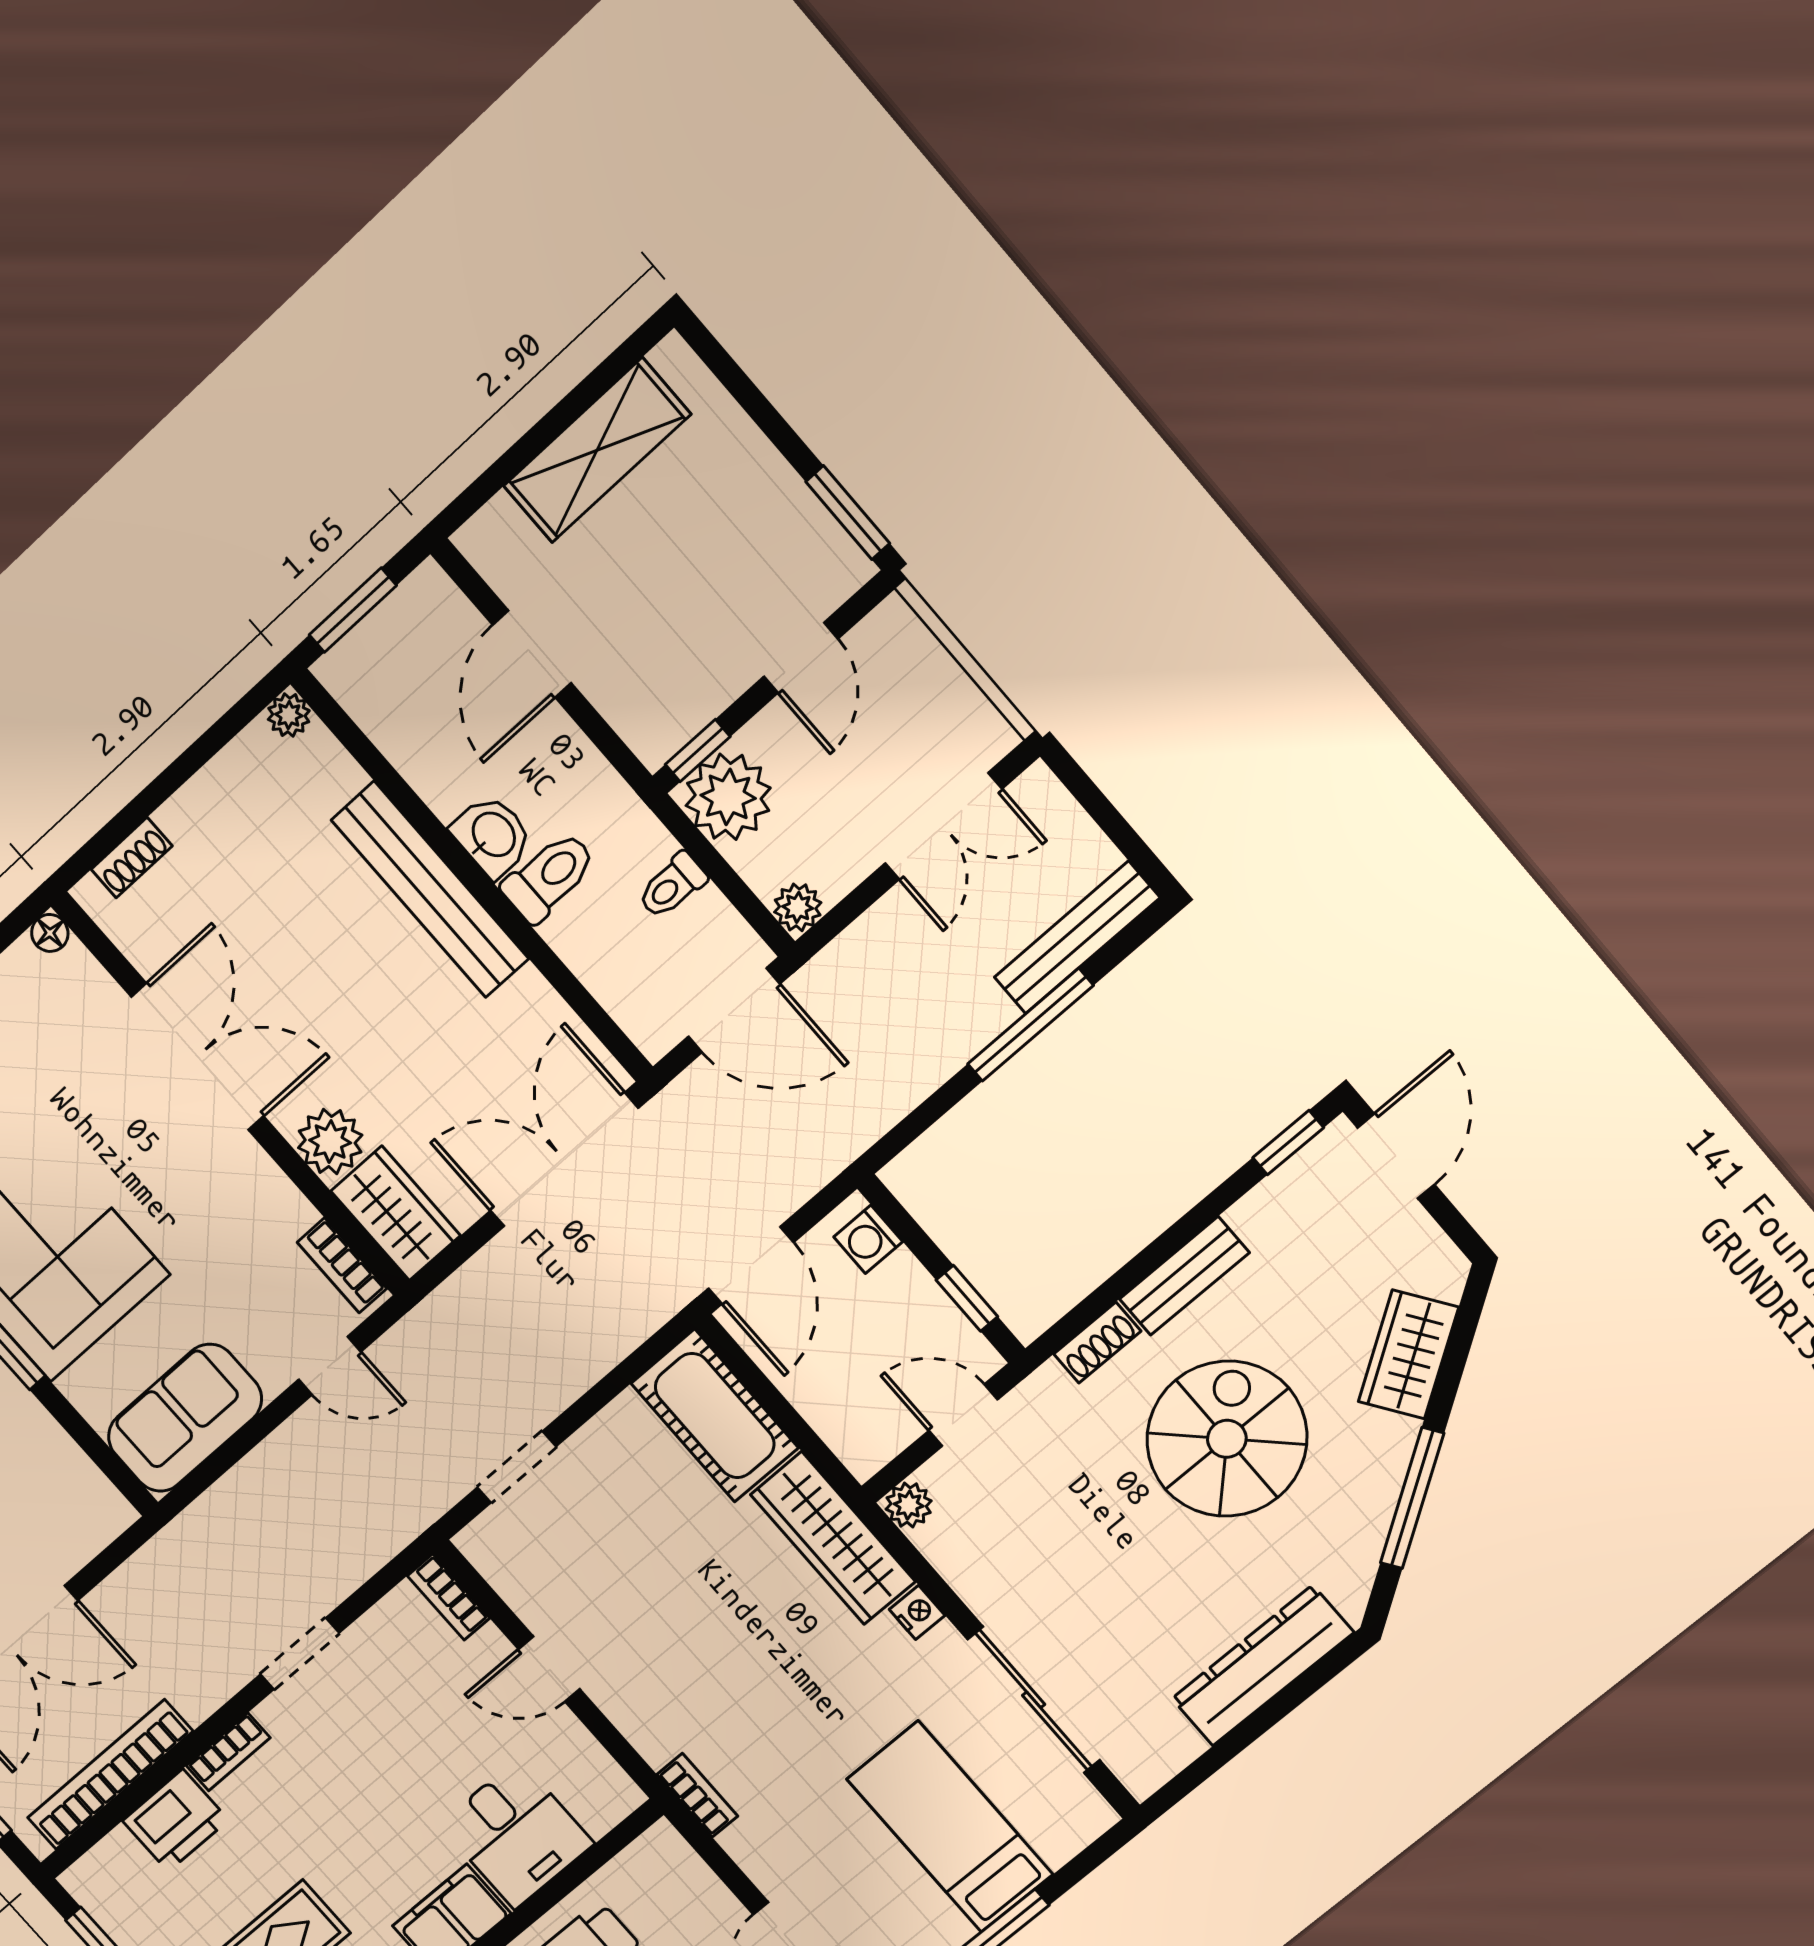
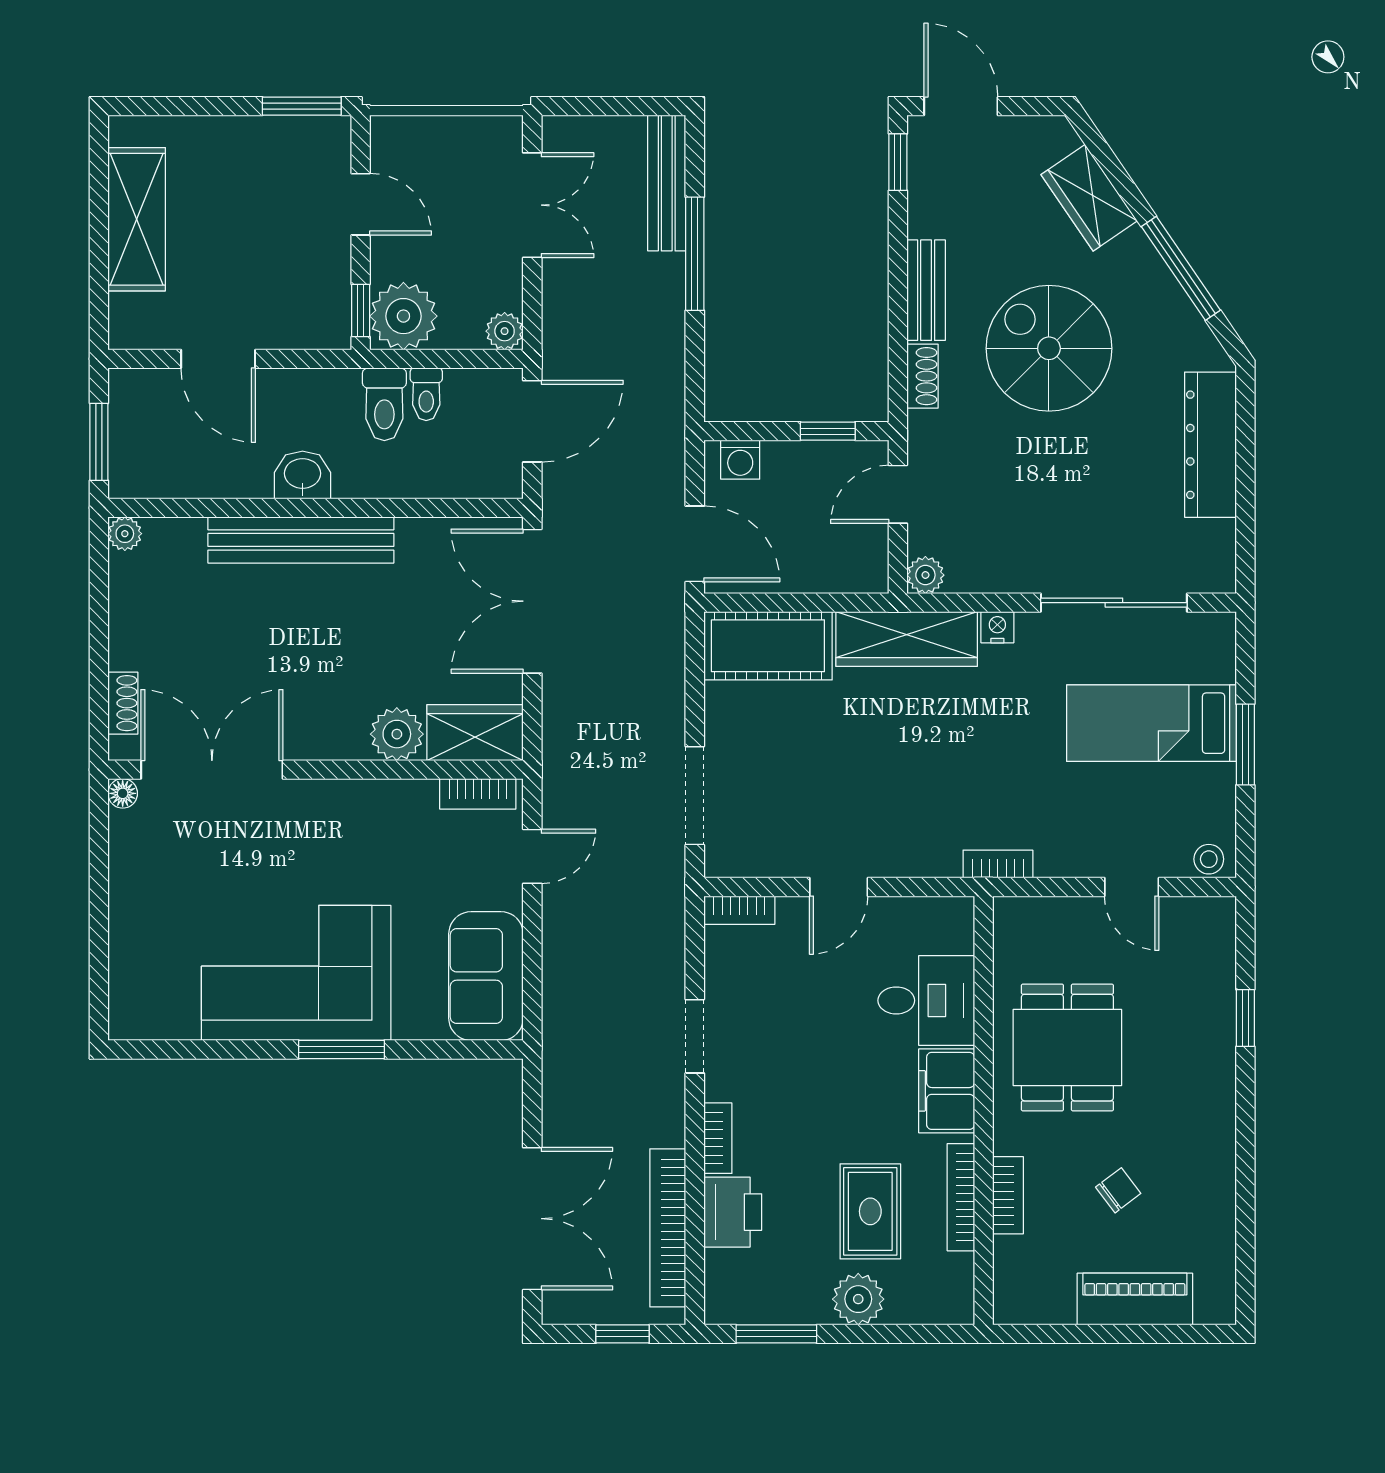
toilet: (549, 877) -> (384, 404), moved, turned 180
double door: (197, 1057) -> (212, 770), moved
doorway: (517, 1467) -> (695, 796), width x1.38

